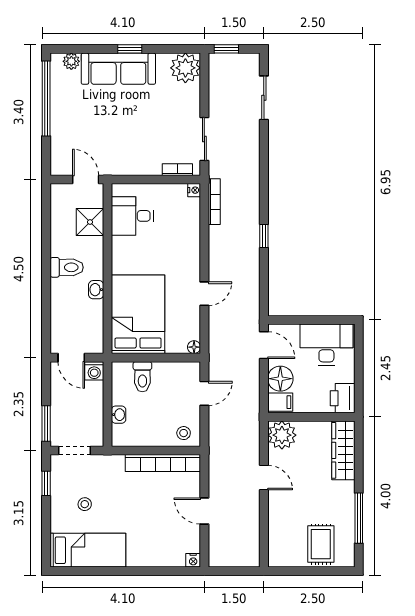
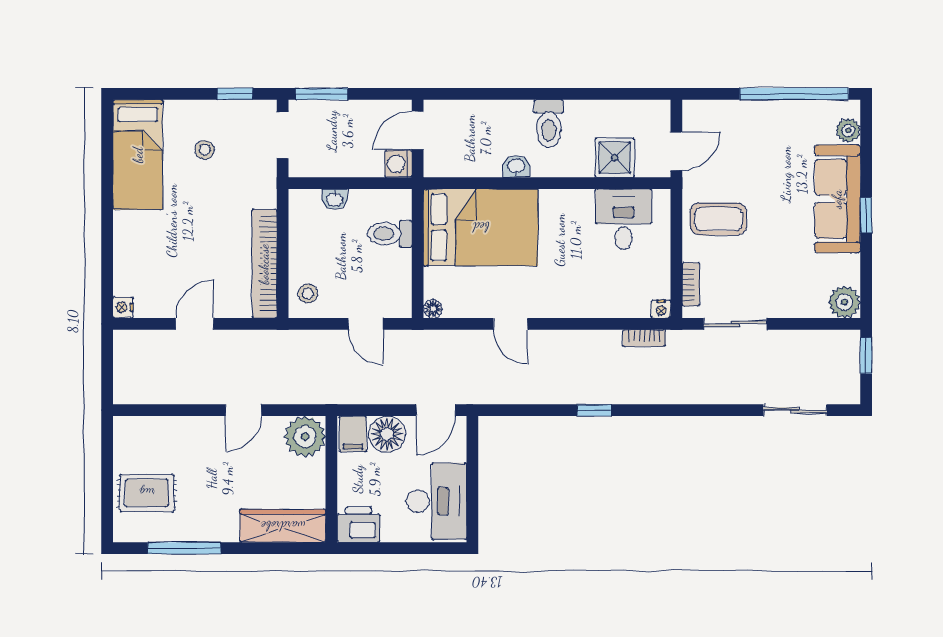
plant: (185, 68) -> (844, 302), width x0.73, depth x0.73
coffee table: (132, 151) -> (718, 219), added
bookcase: (214, 202) -> (644, 338), width x0.64

